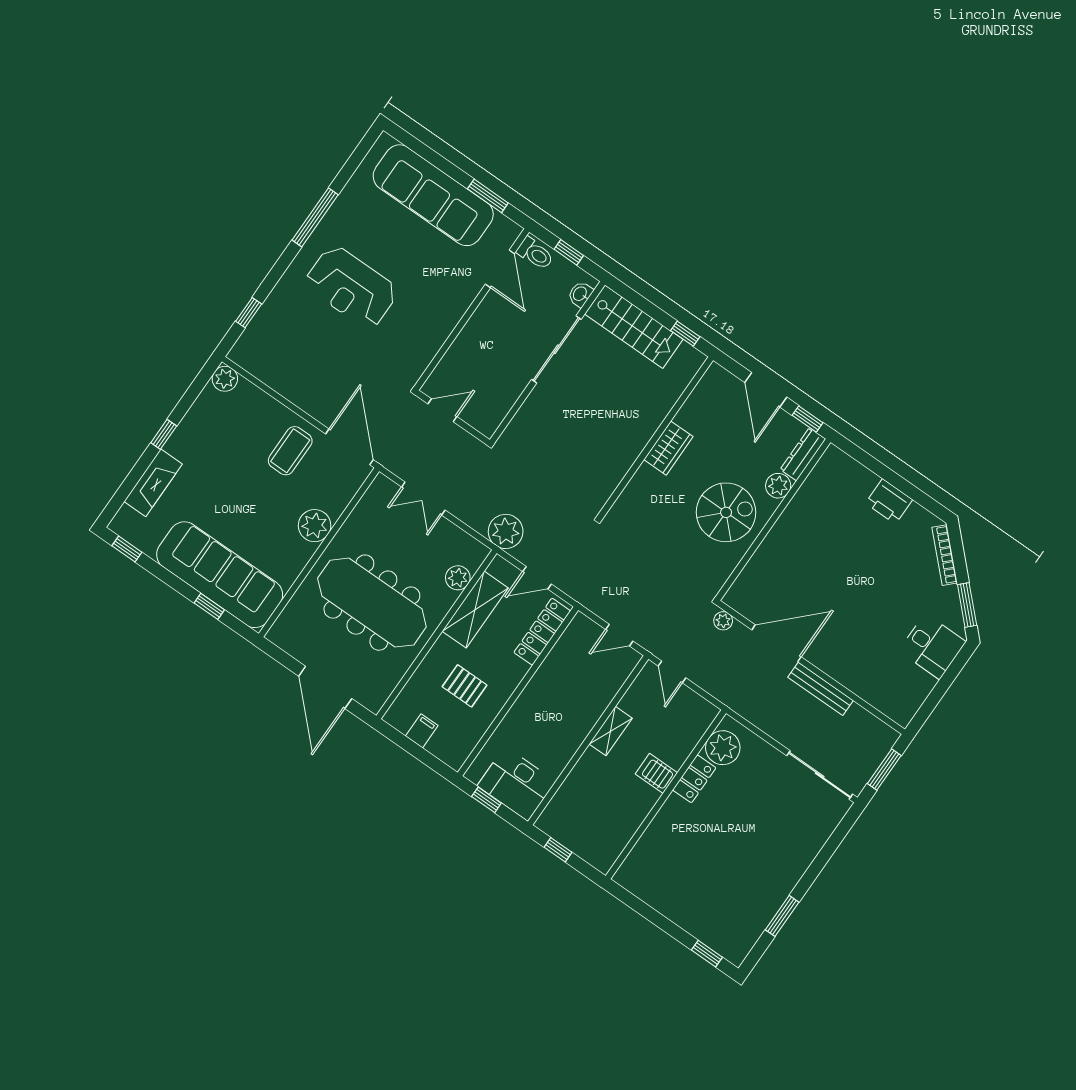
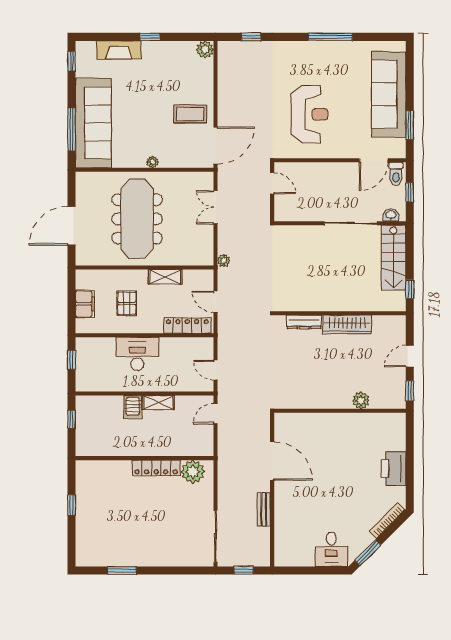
reception desk: (351, 287) -> (309, 114), moved, turned 180
door: (766, 390) -> (410, 356), width x0.73
wardrobe: (668, 448) -> (347, 324), width x1.50
dresser: (803, 454) -> (304, 322), moved, turned 180
printer: (889, 501) -> (393, 469), width x1.37, depth x1.19
spiral stairs: (726, 512) -> (326, 382), removed
plant: (315, 526) -> (153, 162), width x0.53, depth x0.53
plant: (506, 531) -> (224, 260), width x0.53, depth x0.53
plant: (458, 578) -> (184, 257), removed
window: (209, 606) -> (72, 129), width x2.17
shelving: (475, 610) -> (165, 277), width x0.67, depth x0.75
plant: (723, 621) -> (264, 422), removed
bench: (821, 689) -> (264, 509), width x0.73
filing cabinet: (422, 731) -> (85, 304), width x2.00
window: (884, 770) -> (244, 570), width x0.67
server rack: (656, 773) -> (133, 407), moved, turned 180
locker: (694, 779) -> (156, 468), width x1.53
desk: (516, 784) -> (137, 354), moved, turned 90
window: (707, 954) -> (72, 505), moved

